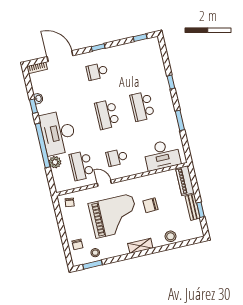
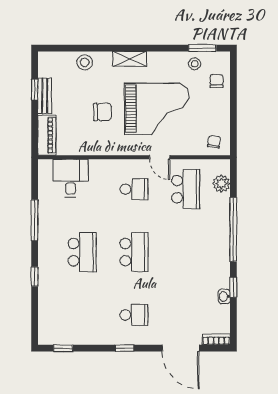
window: (180, 120) -> (35, 220), width x1.44
desk: (58, 133) -> (208, 242), removed
desk: (162, 155) -> (71, 178), width x0.73
plant: (55, 162) -> (221, 184), moved
grand piano: (114, 216) -> (157, 109), turned 180

